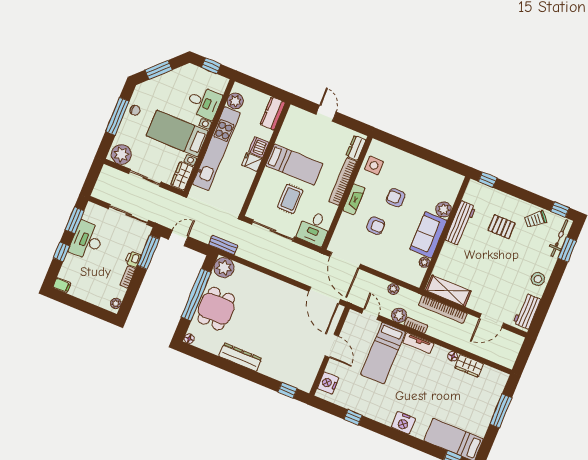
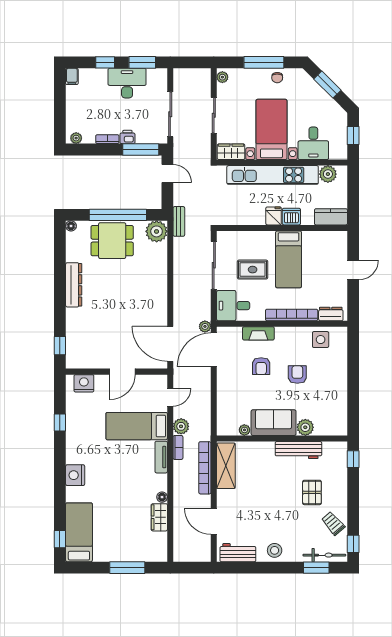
plant: (121, 154) -> (222, 77), width x0.53, depth x0.53
fireplace: (354, 199) -> (258, 333), moved
plant: (393, 289) -> (205, 326), moved
door: (325, 295) -> (170, 344), hinge flipped

